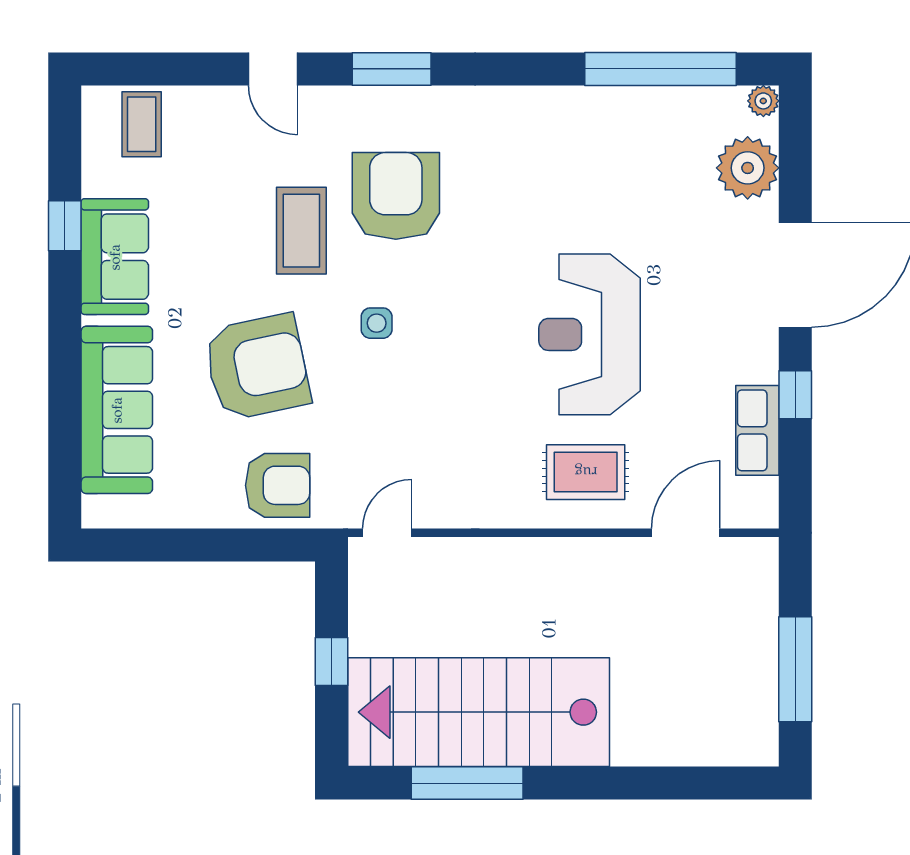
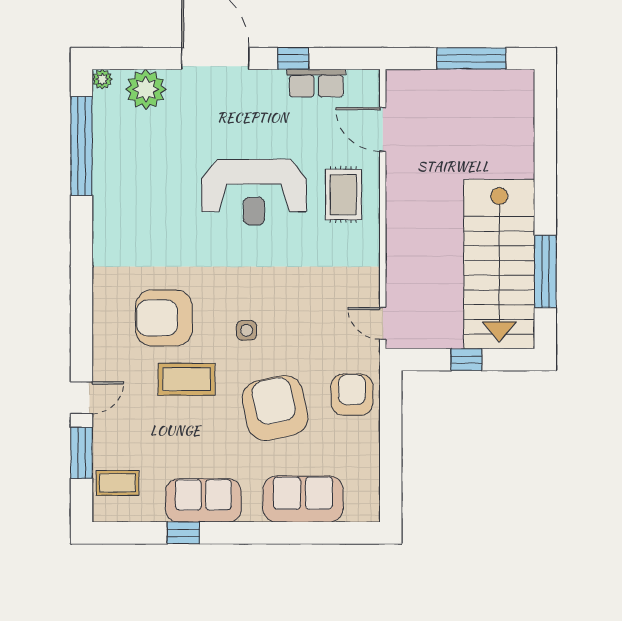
window: (392, 69) -> (82, 453), moved
sofa: (117, 410) -> (303, 499), width x0.73

